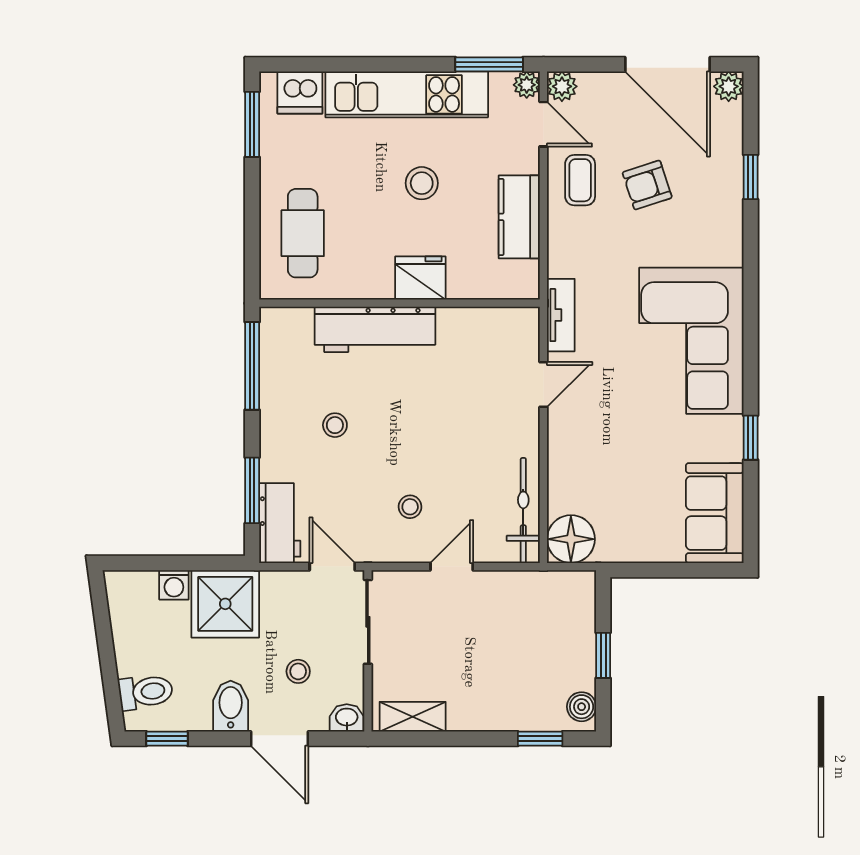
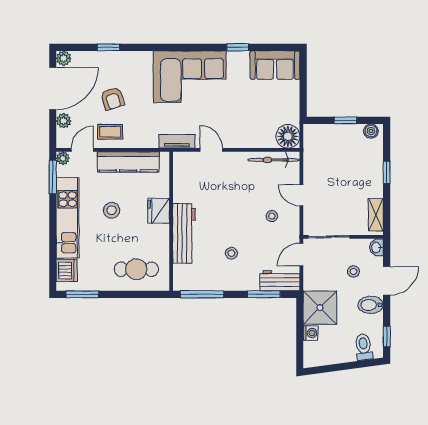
plant: (562, 86) -> (64, 121), moved
kitchen counter: (519, 217) -> (128, 162), width x1.50
window: (540, 739) -> (387, 172), moved

